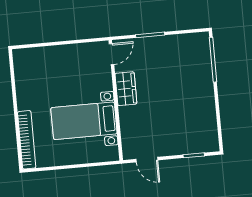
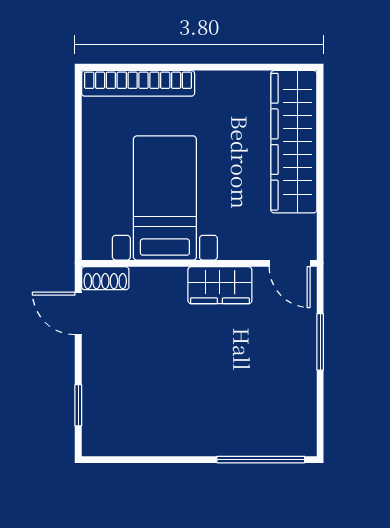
wardrobe: (49, 58) -> (294, 142), added
shoe rack: (128, 147) -> (105, 278), added
door: (147, 160) -> (78, 313), hinge flipped

